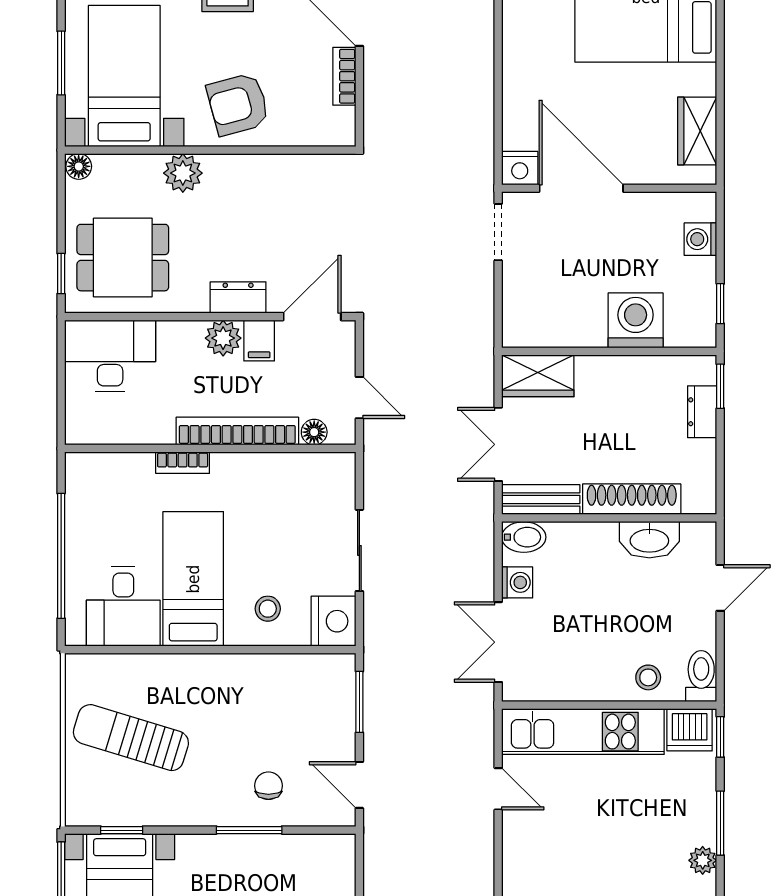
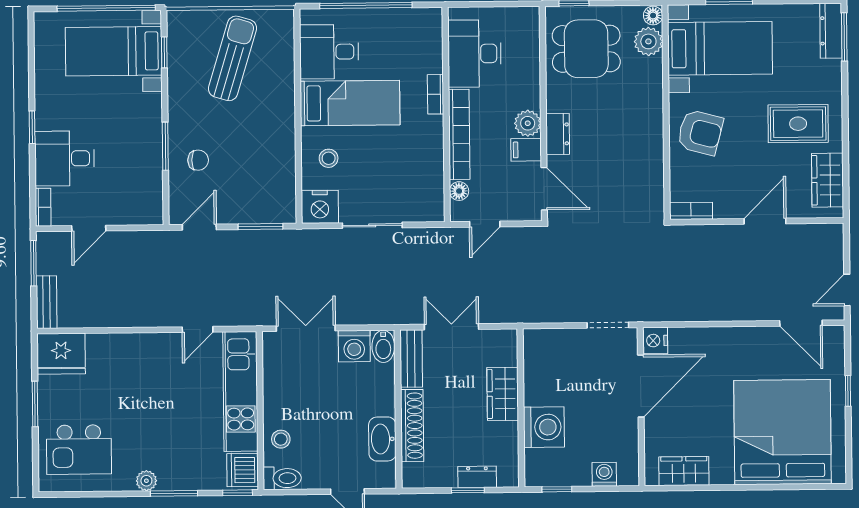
bookcase: (344, 76) -> (691, 211), moved
armchair: (238, 104) -> (700, 132), turned 120
plant: (183, 173) -> (648, 41), moved
dining table: (123, 258) -> (586, 49), turned 90
desk: (110, 356) -> (474, 54), moved, turned 180
wardrobe: (538, 376) -> (503, 394), moved
window: (720, 386) -> (468, 490), moved
washing machine: (517, 582) -> (354, 346), width x1.38, depth x1.38

